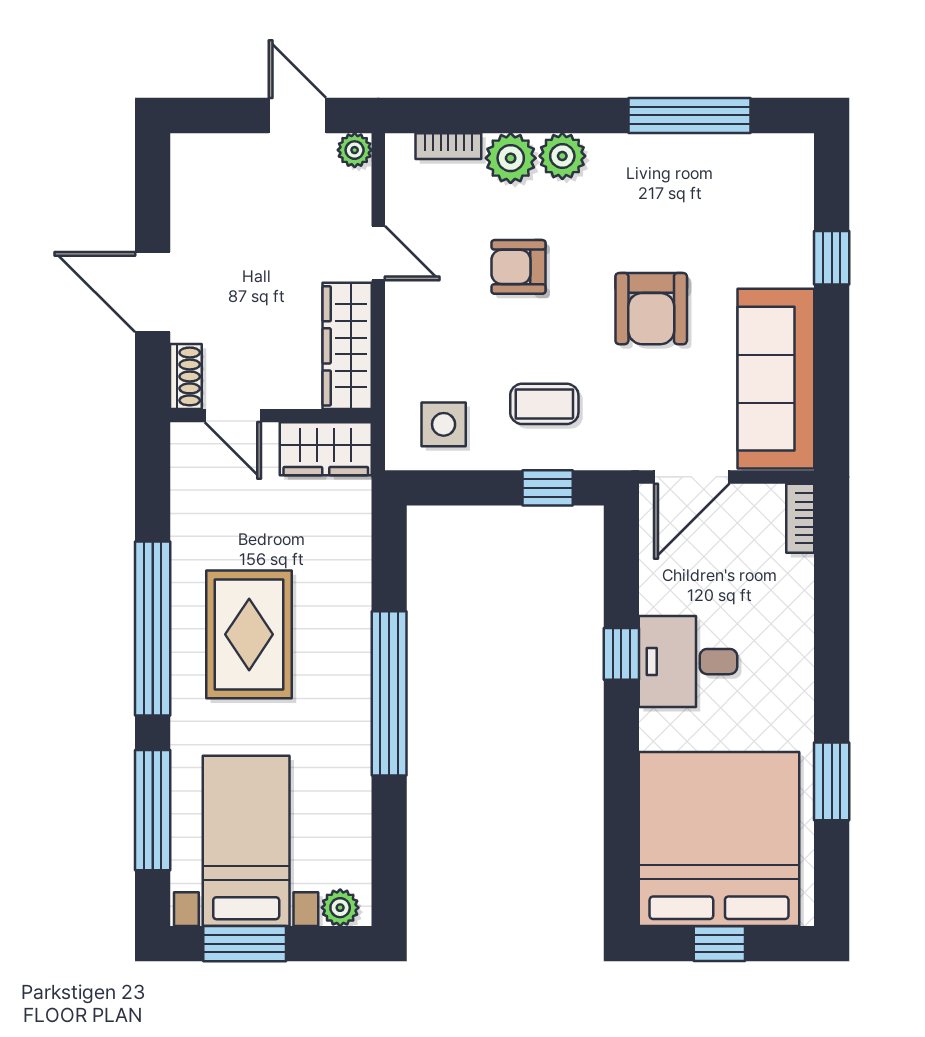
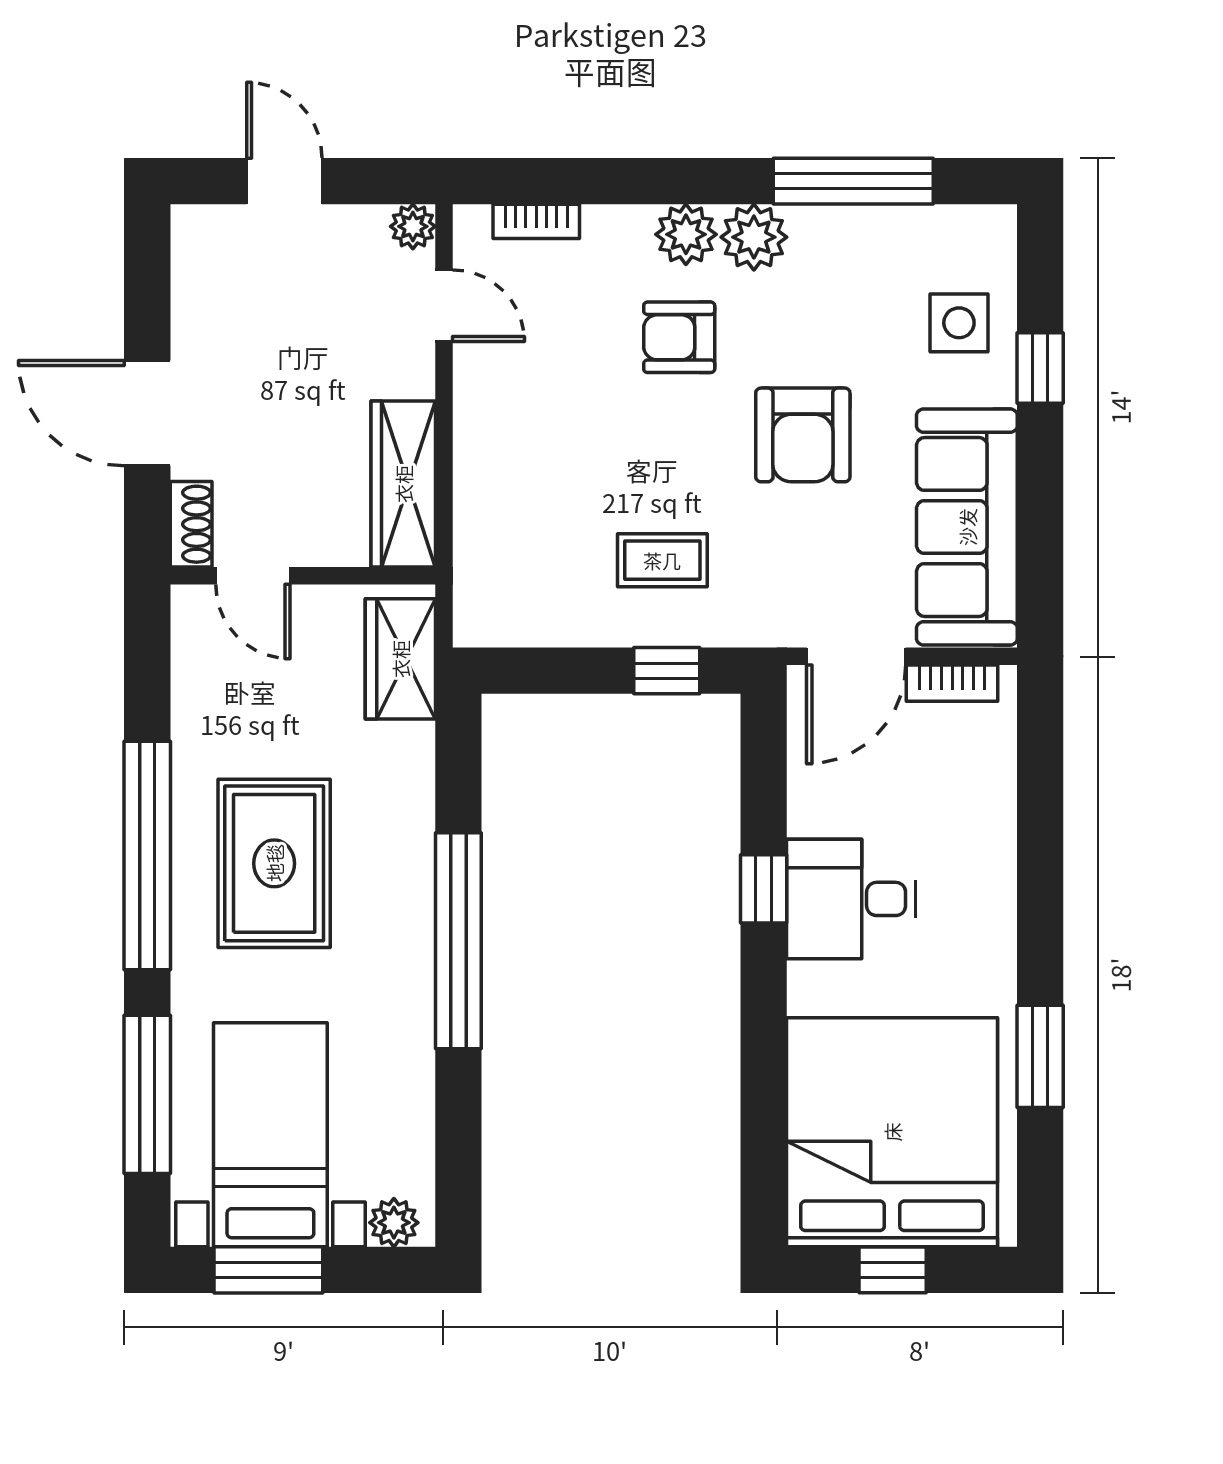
door: (297, 115) -> (284, 181), moved
plant: (511, 158) -> (754, 237), moved
door: (378, 253) -> (444, 306), moved
armchair: (518, 267) -> (679, 337), moved
side table: (444, 424) -> (959, 323), moved
wardrobe: (326, 449) -> (400, 659), moved, turned 90
bookcase: (800, 518) -> (952, 683), moved, turned -90

